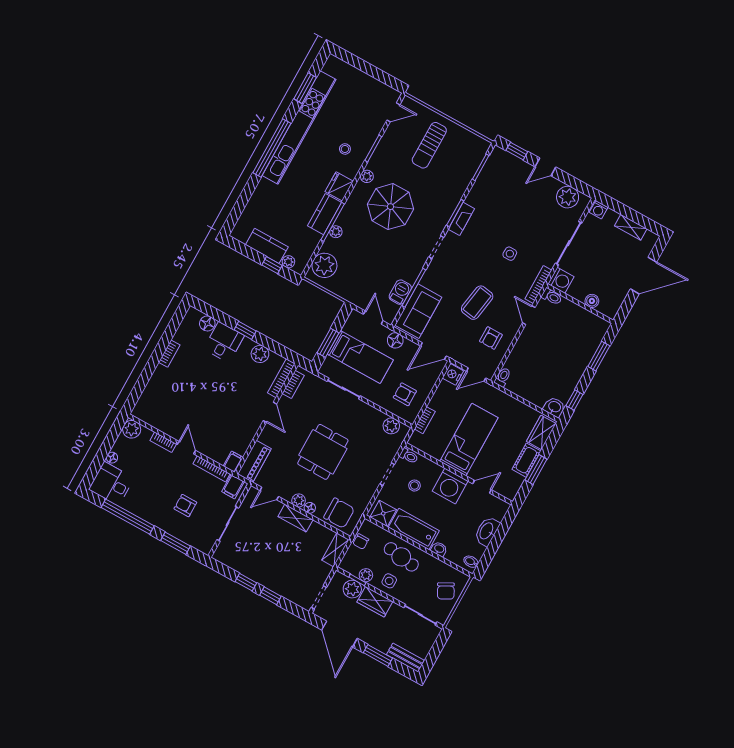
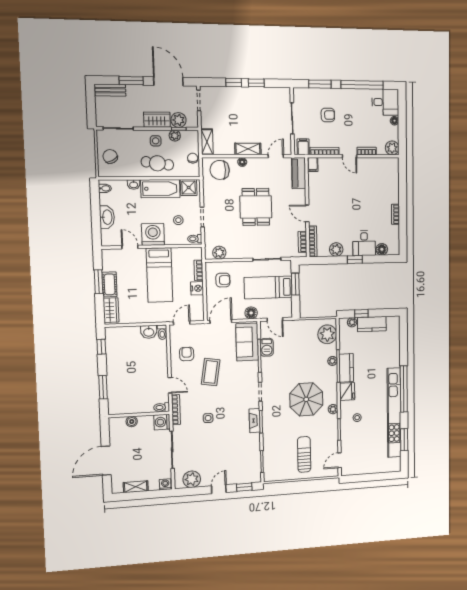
nightstand: (453, 374) -> (197, 288), moved
washbasin: (554, 407) -> (149, 332), moved
door: (482, 487) -> (130, 247), swing flipped
plant: (299, 500) -> (253, 163), removed

